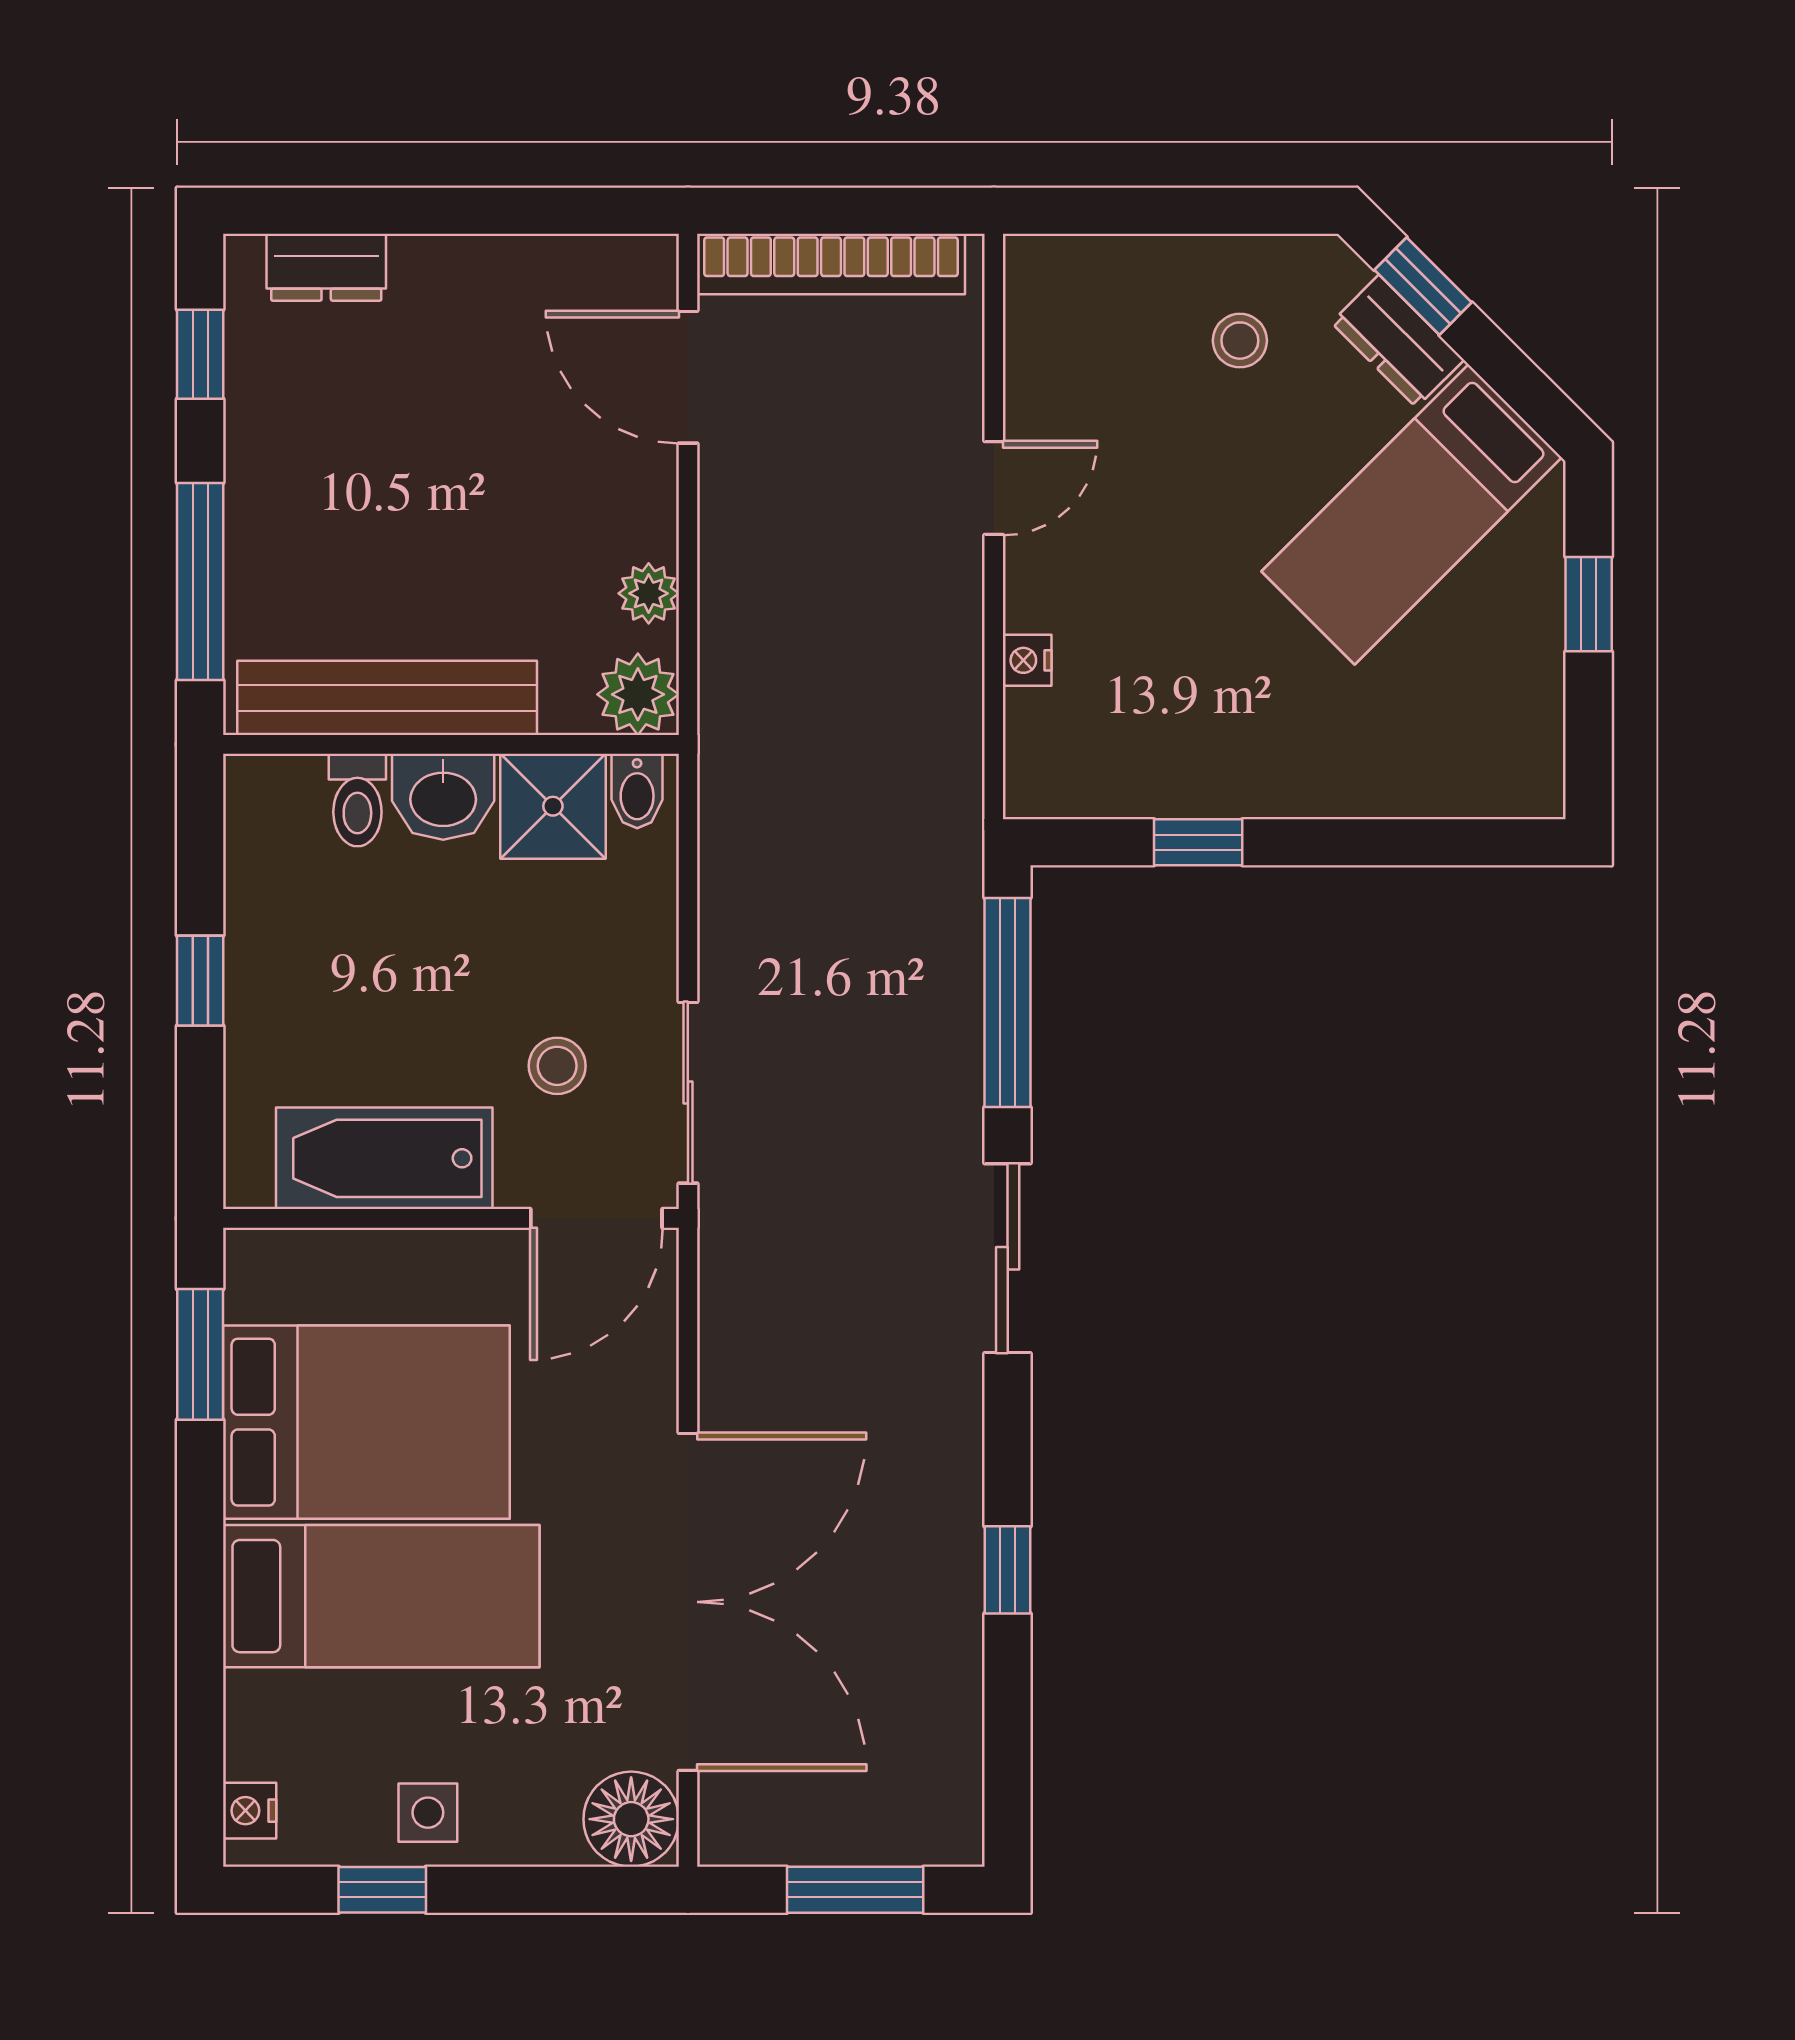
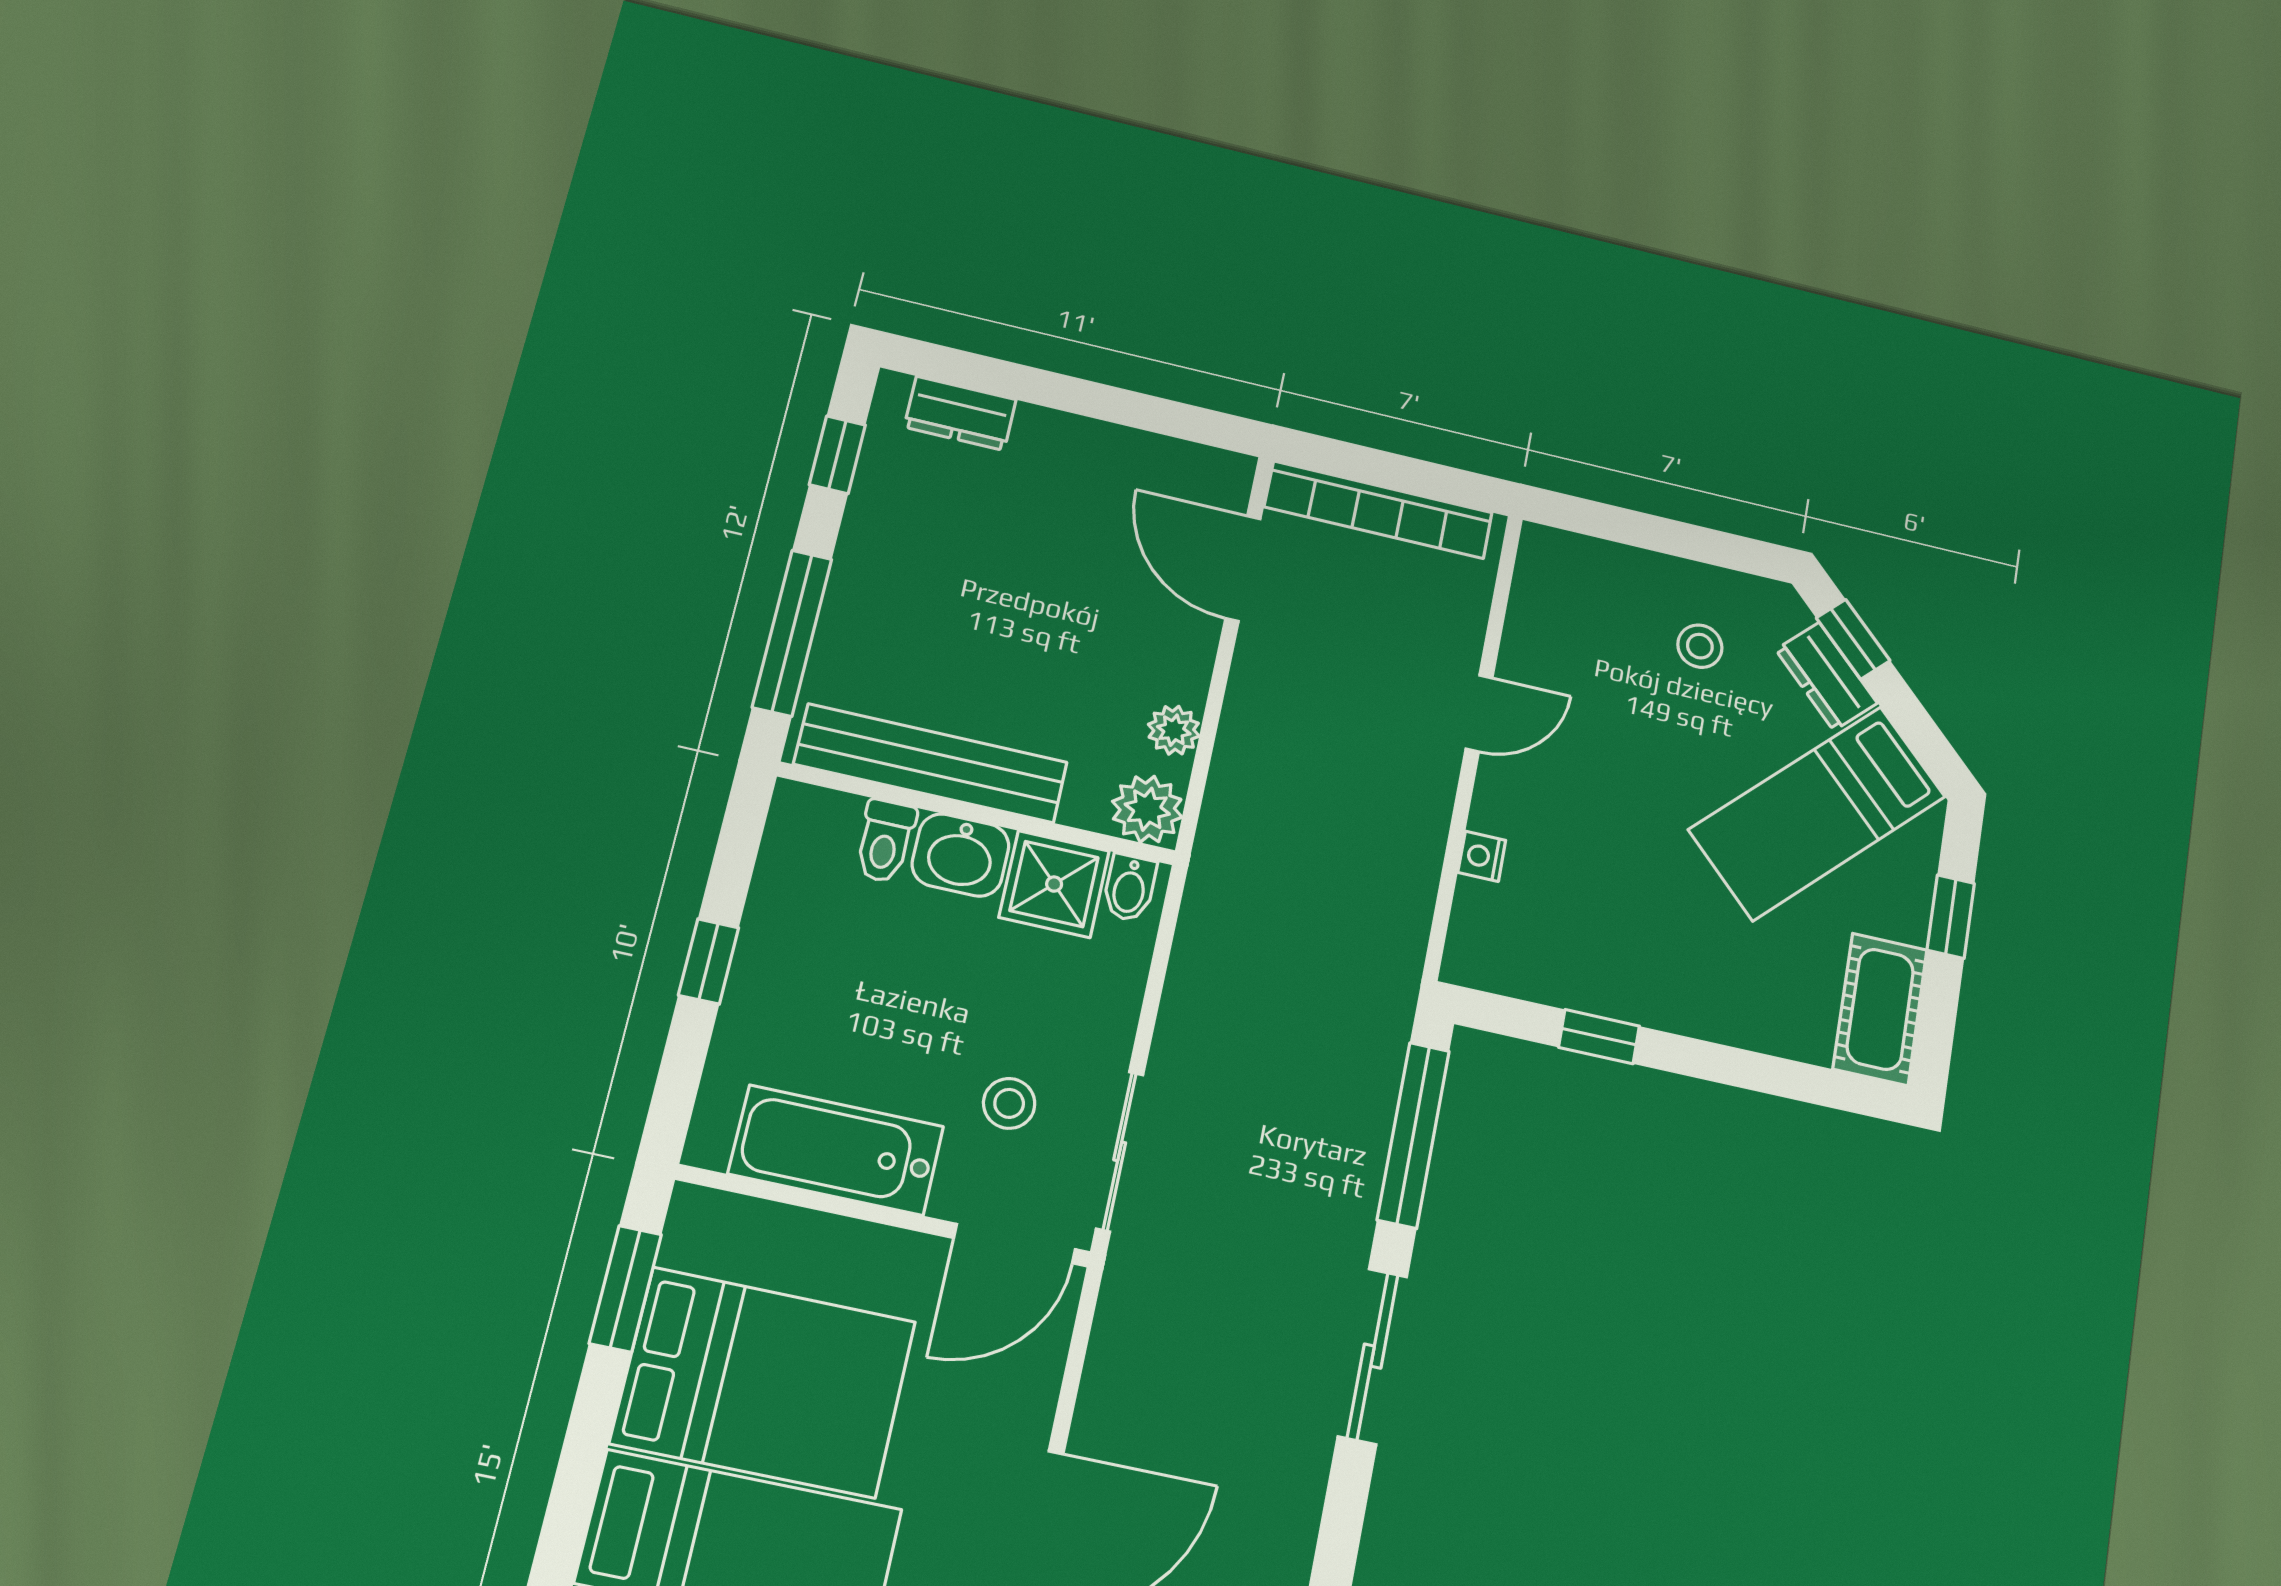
cot: (1520, 735) -> (1880, 1009), added

